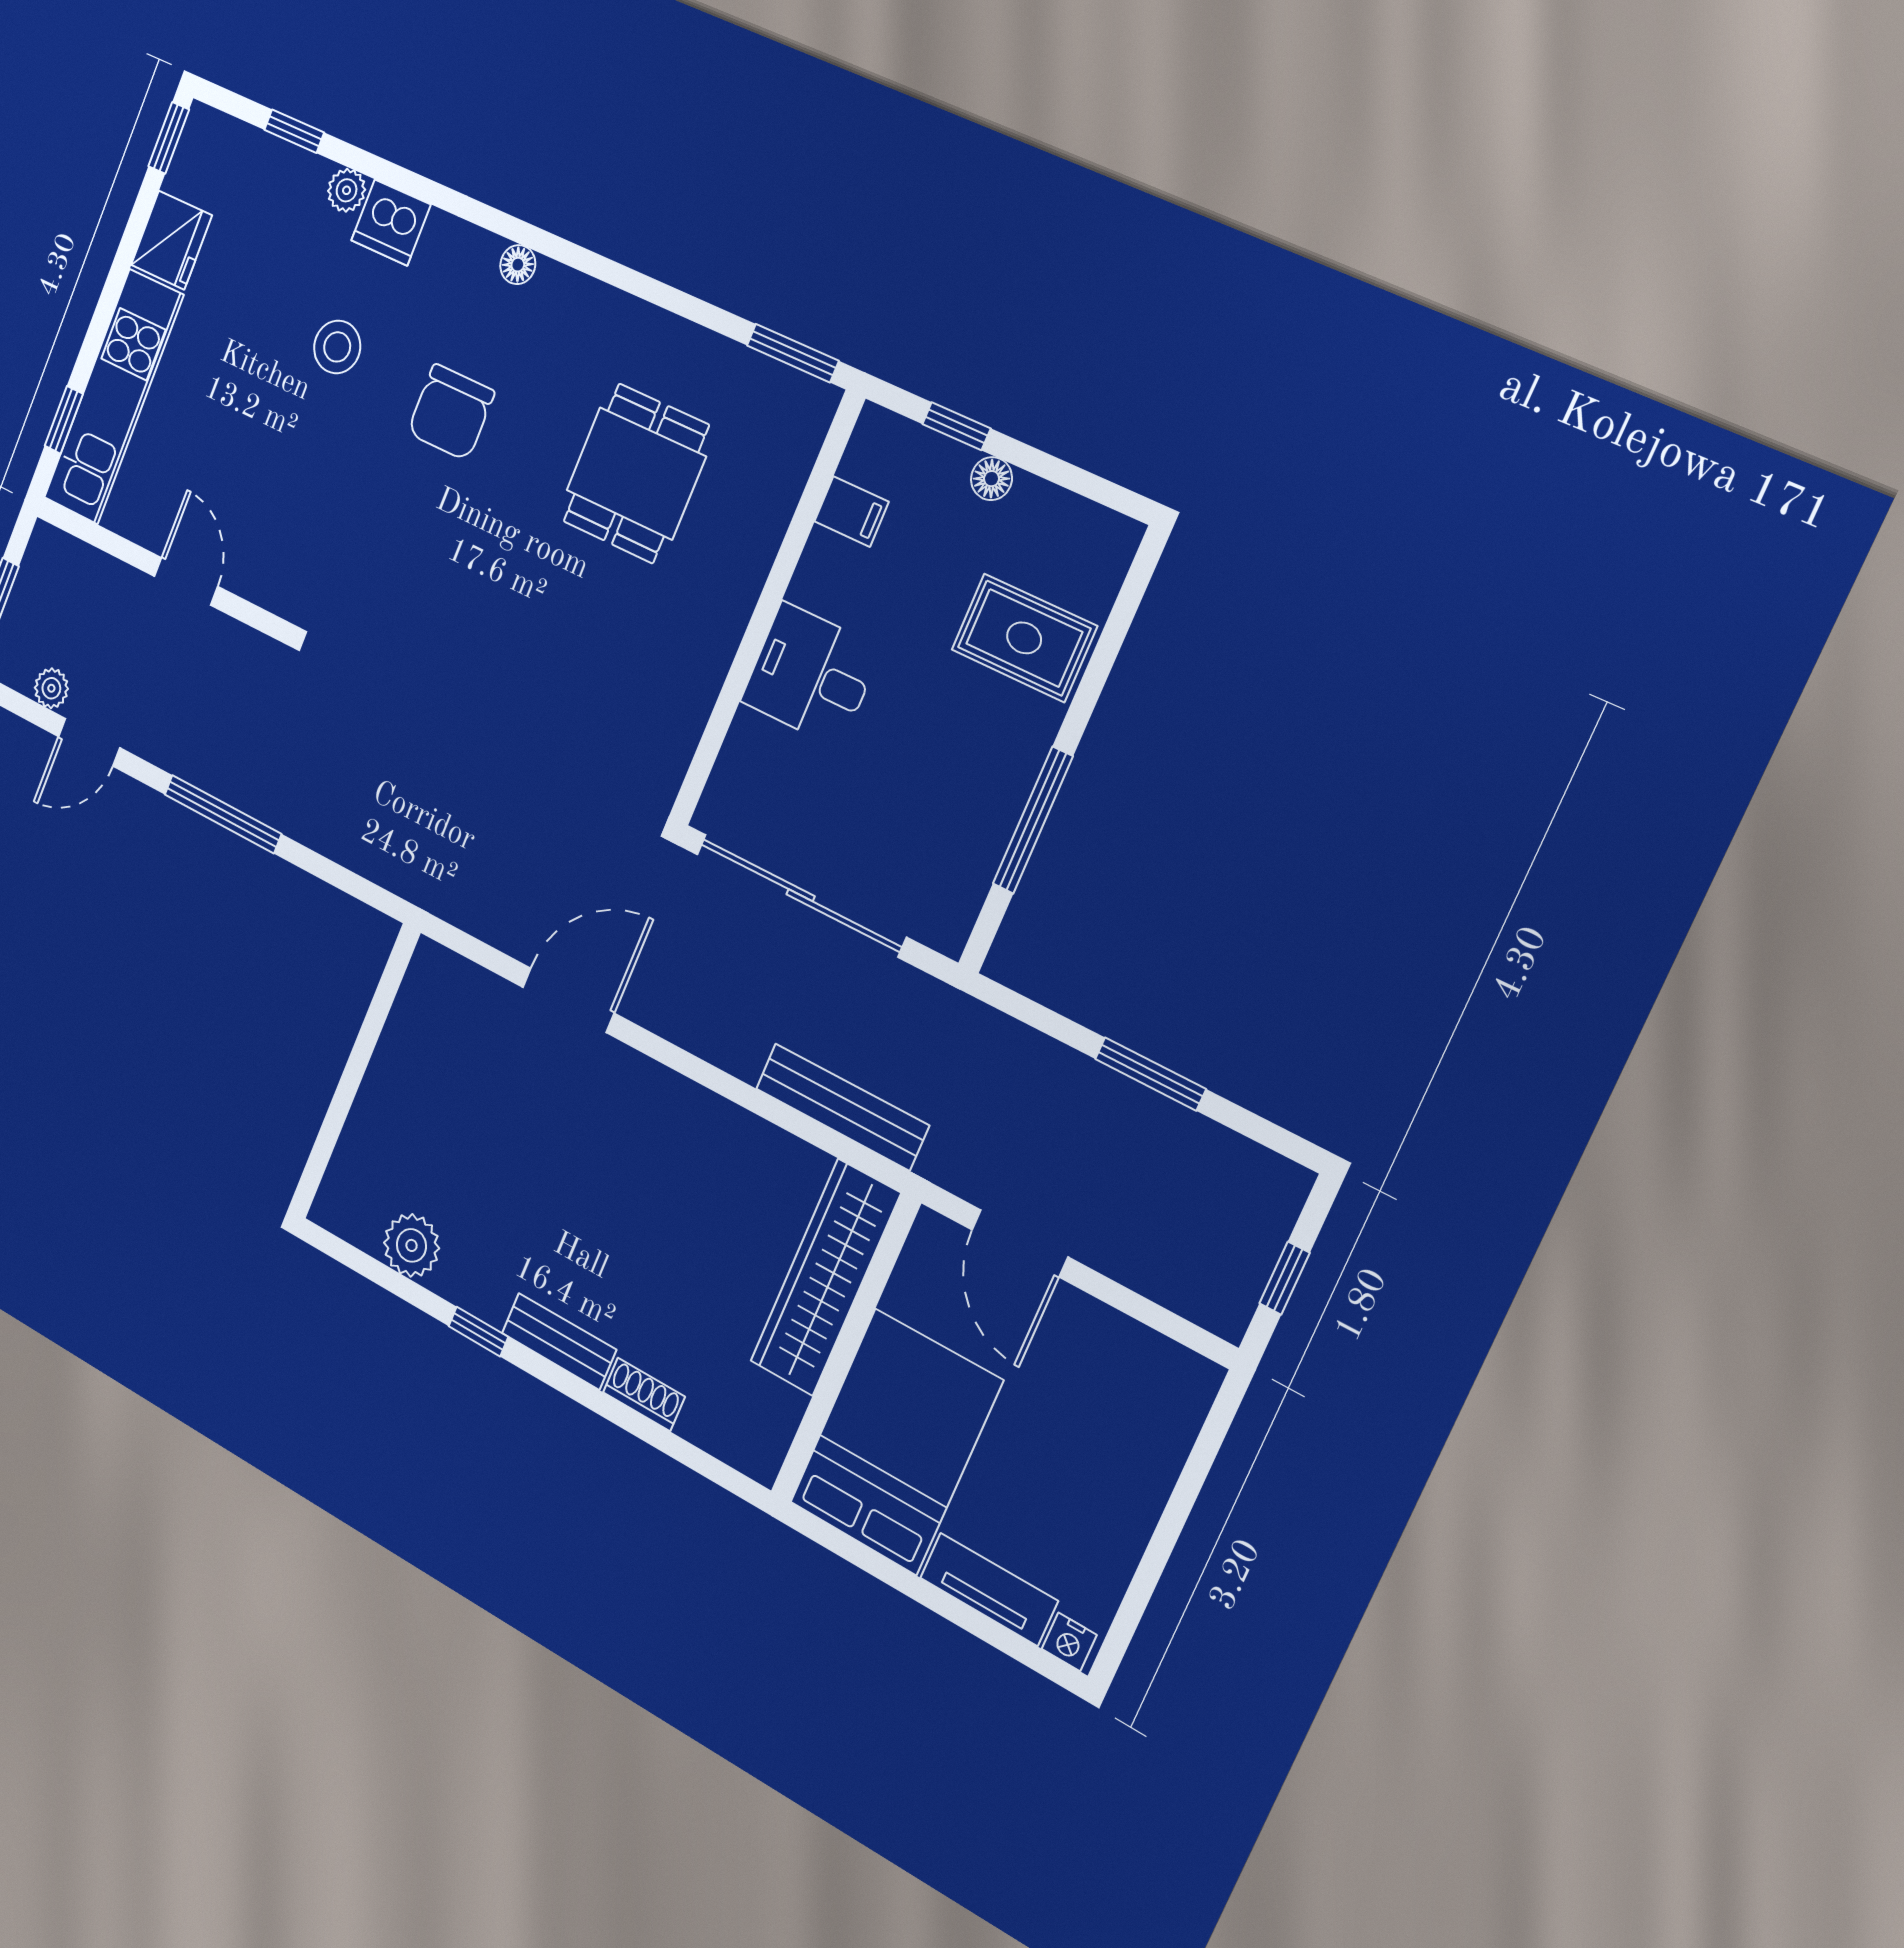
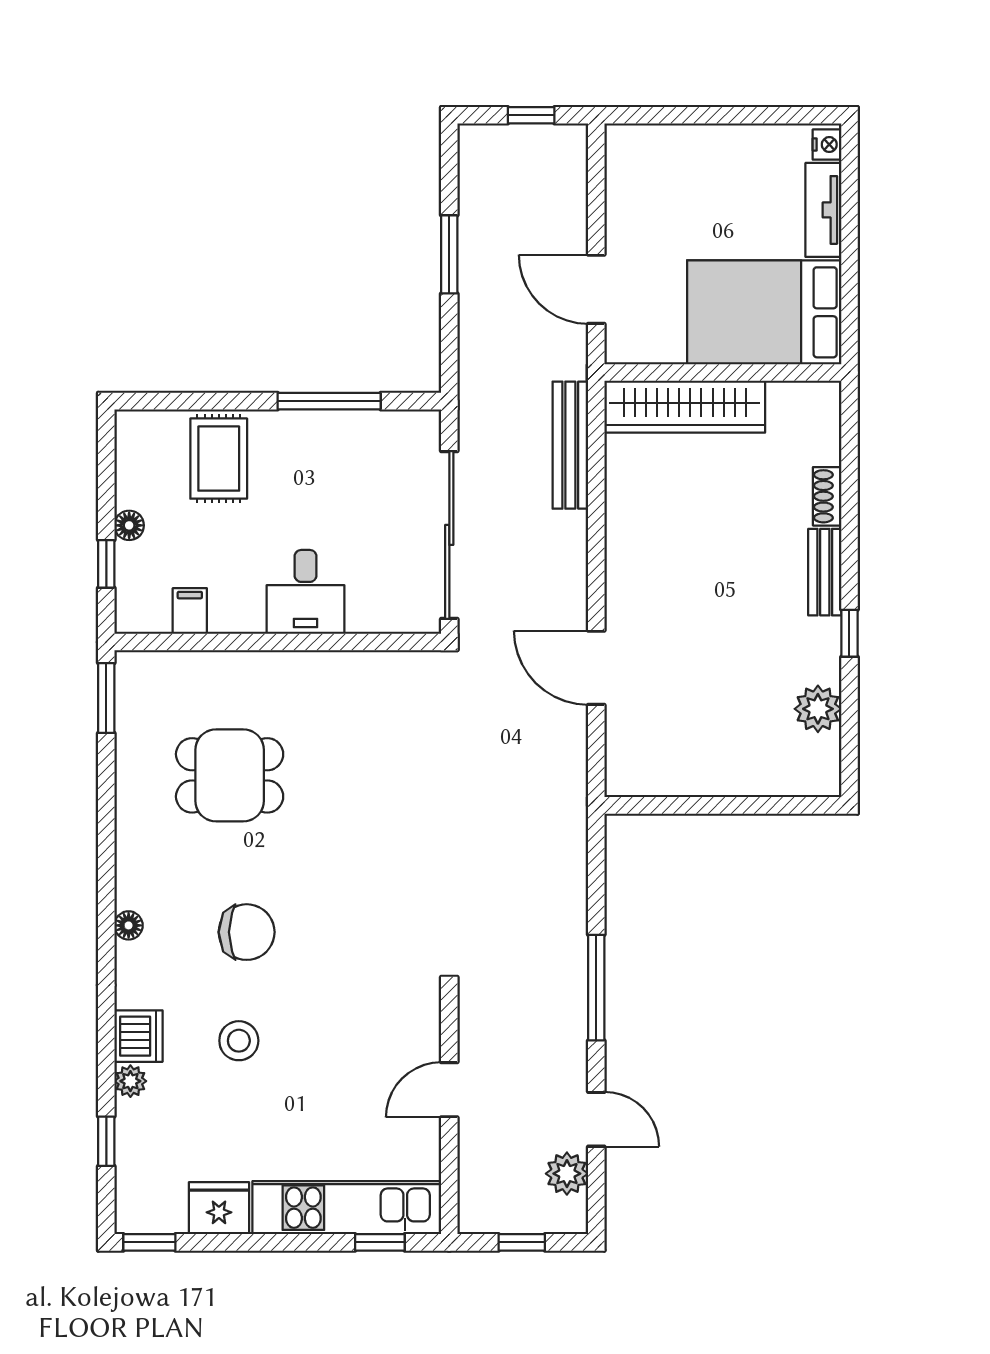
plant: (51, 688) -> (567, 1174), width x1.38, depth x1.38
door: (1020, 1243) -> (596, 289), swing flipped

